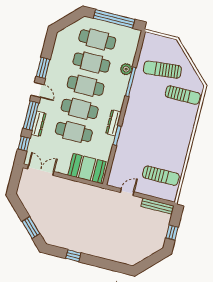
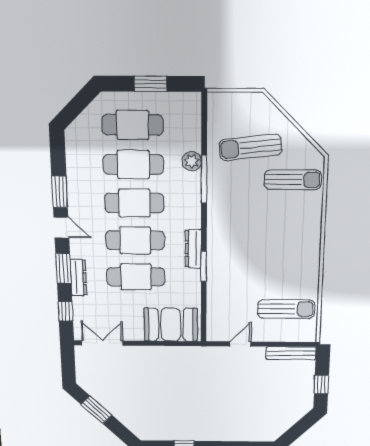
window: (114, 19) -> (151, 84), width x0.47
window: (31, 116) -> (63, 268), width x0.69
window: (31, 228) -> (96, 410), moved

